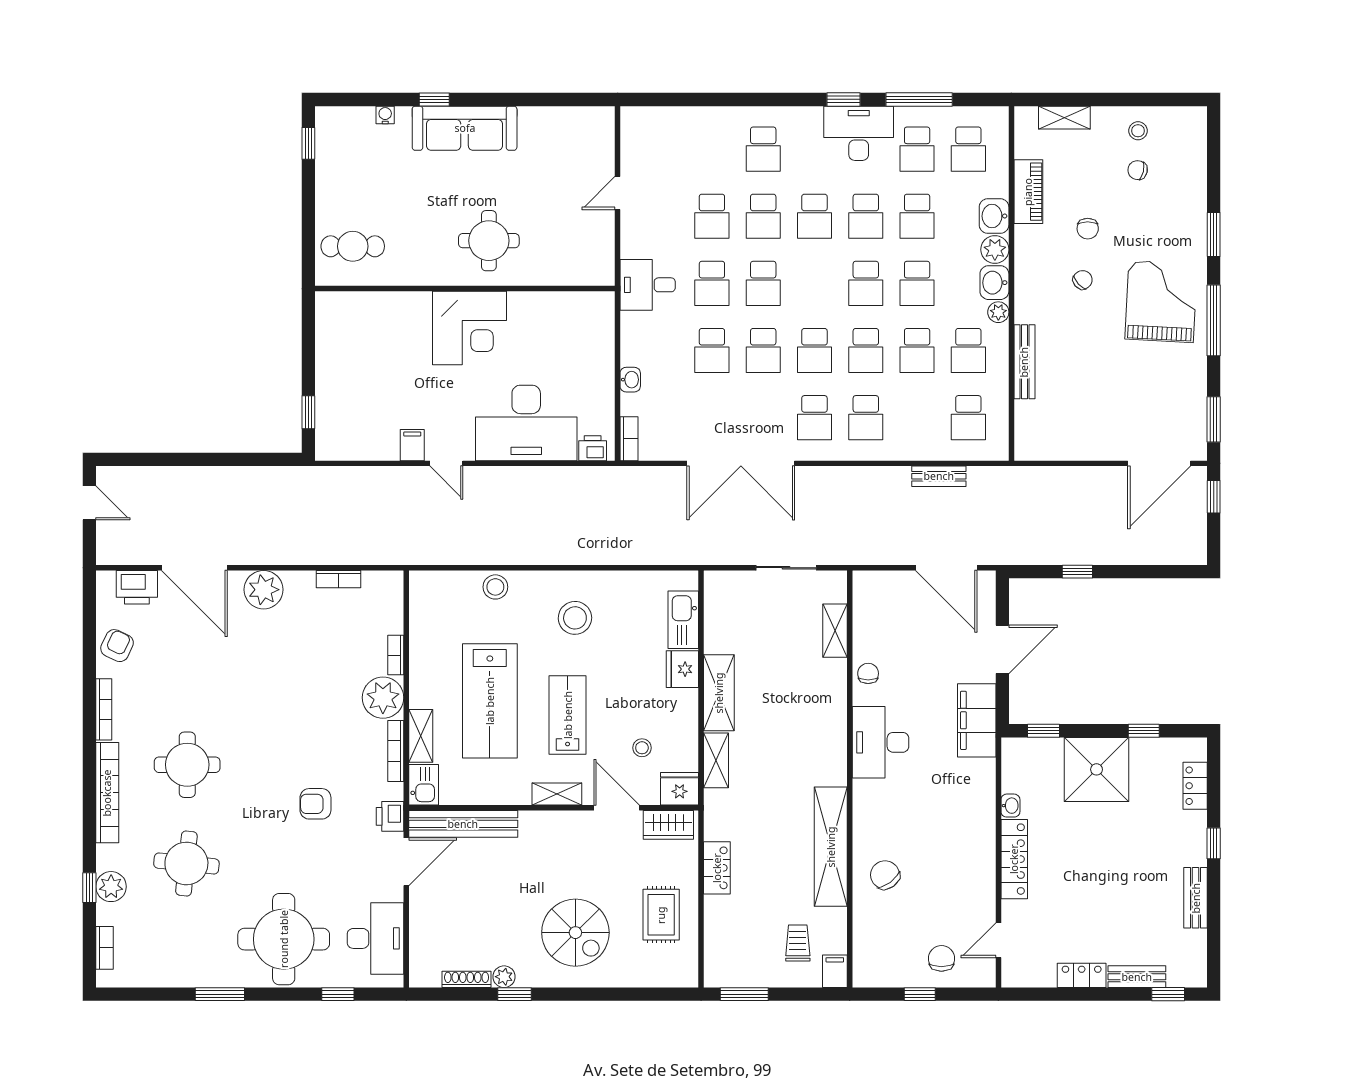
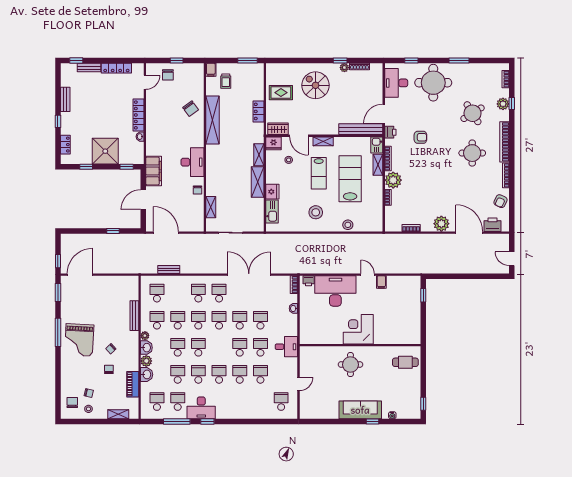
chair: (1178, 146) -> (72, 403), added
school desk: (763, 149) -> (281, 401), moved
window: (1214, 234) -> (58, 367), removed
round table: (186, 863) -> (472, 113), turned -38
rug: (661, 915) -> (281, 93), turned 90
locker: (1082, 975) -> (116, 68), width x1.53

